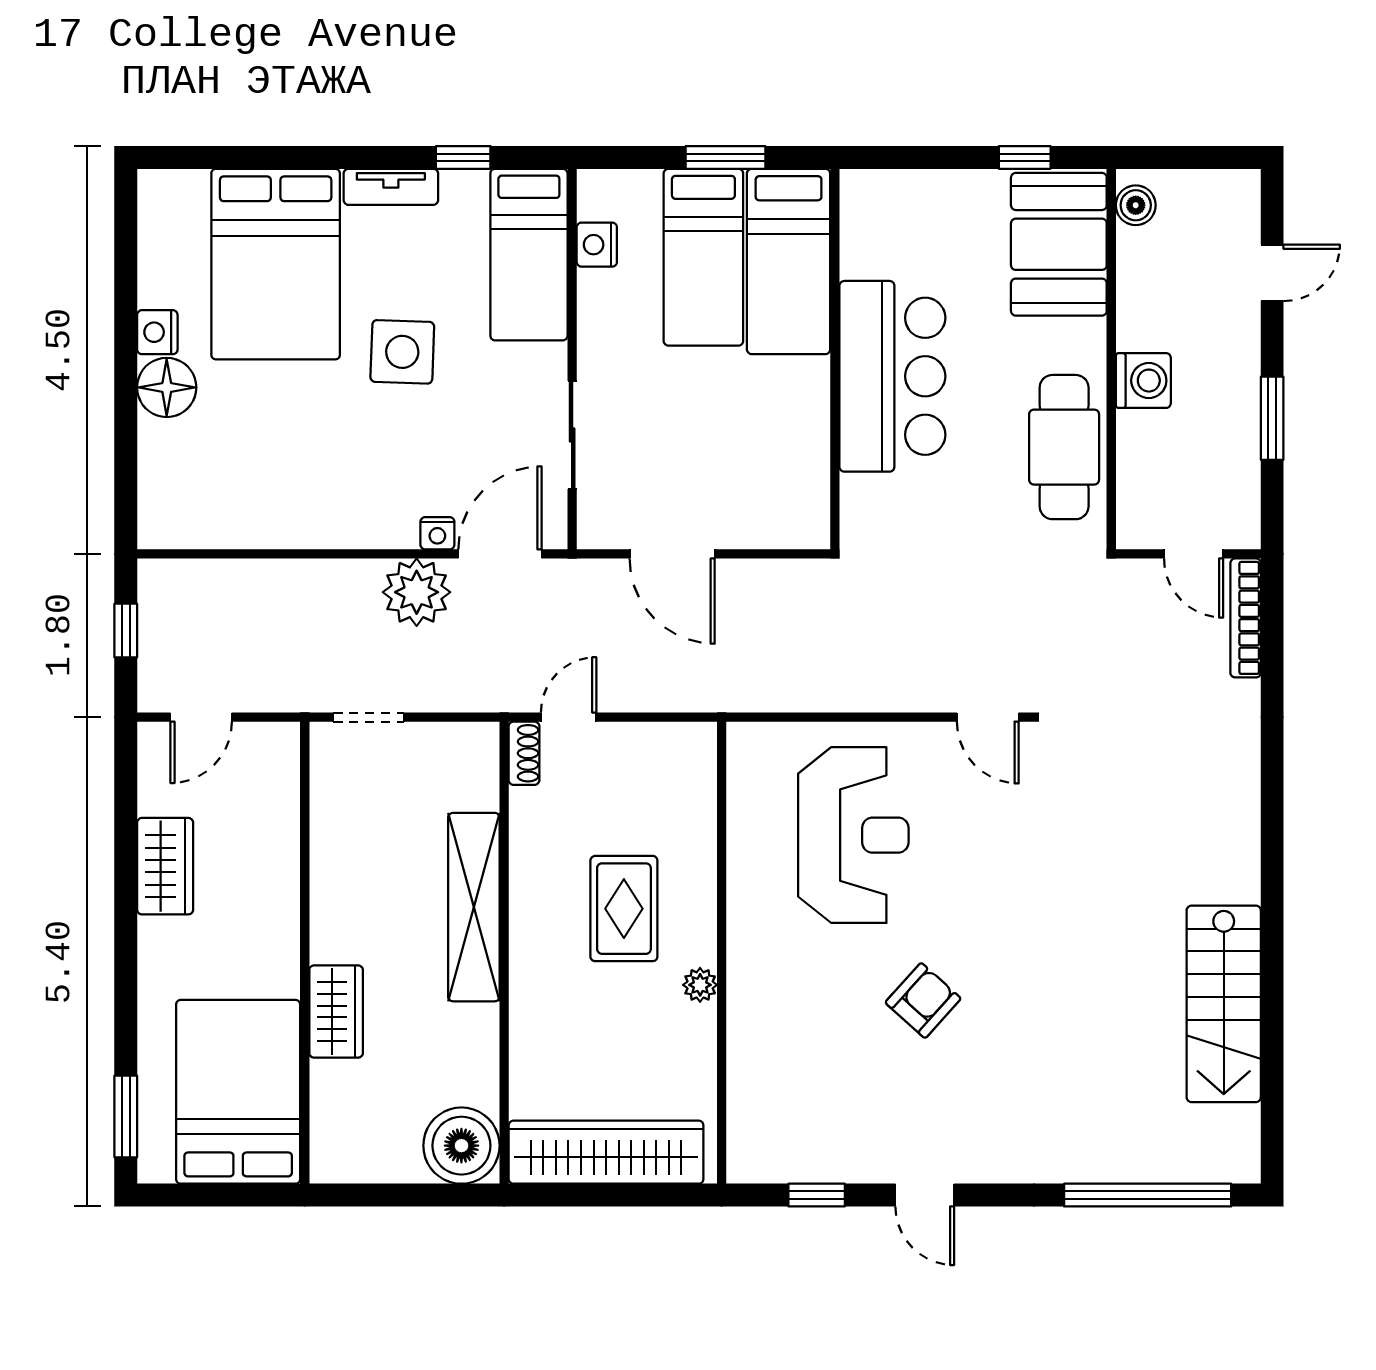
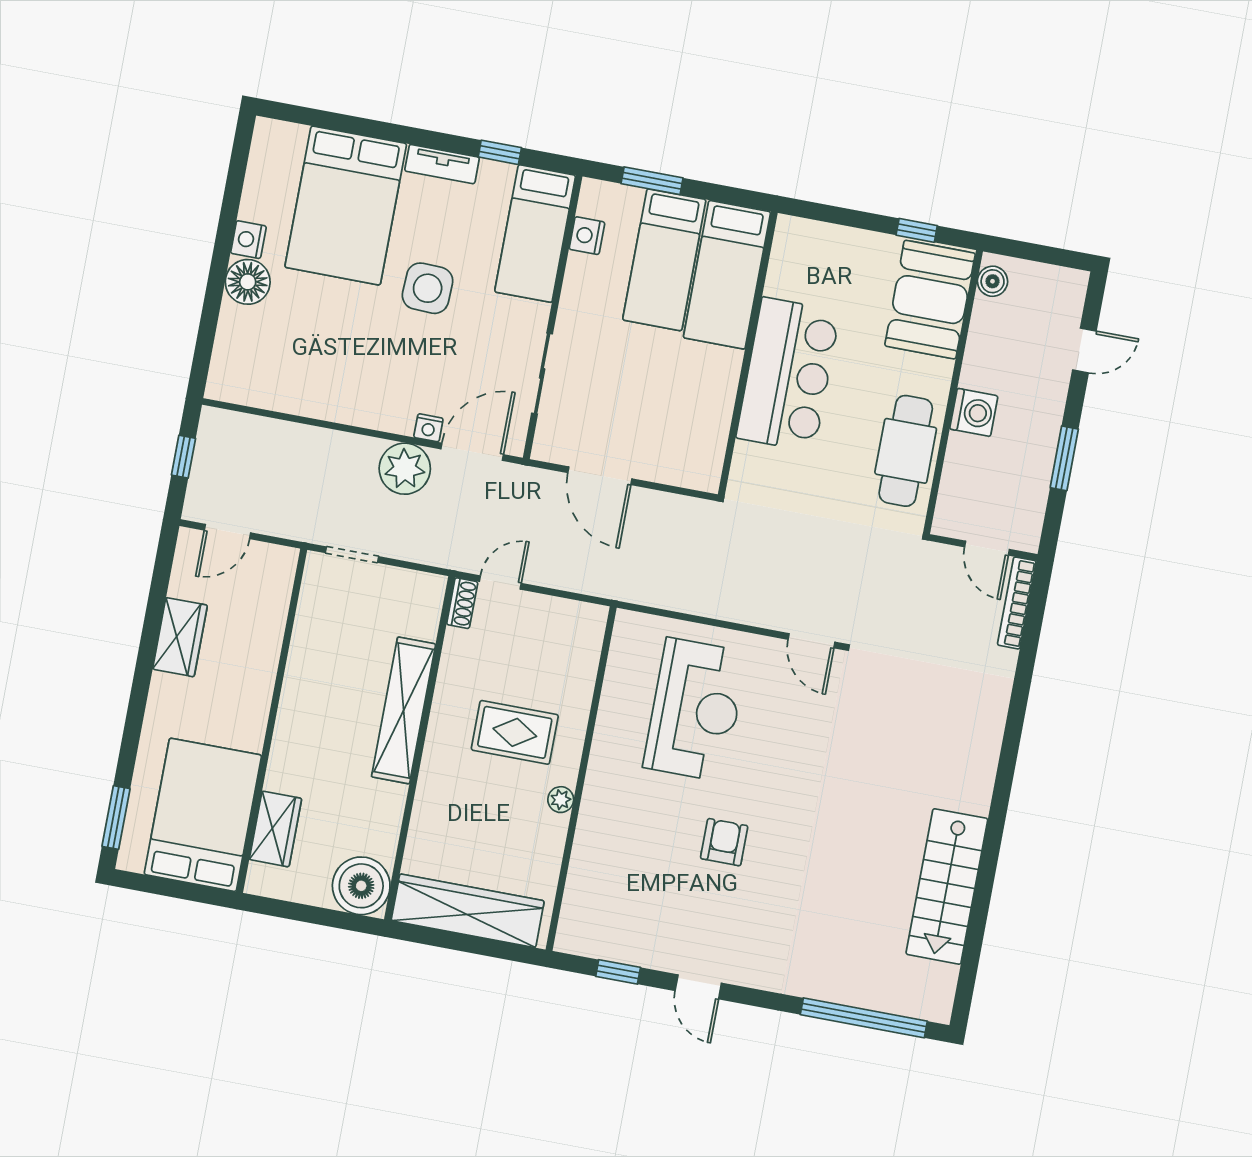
window: (726, 157) -> (652, 181), moved
rug: (624, 909) -> (515, 732), turned 90
armchair: (923, 1000) -> (724, 842), turned -42
wardrobe: (336, 1012) -> (275, 829), moved

